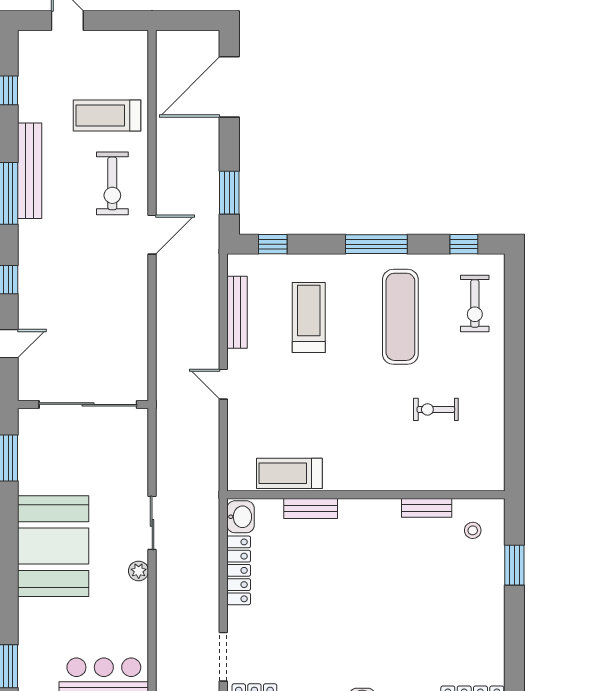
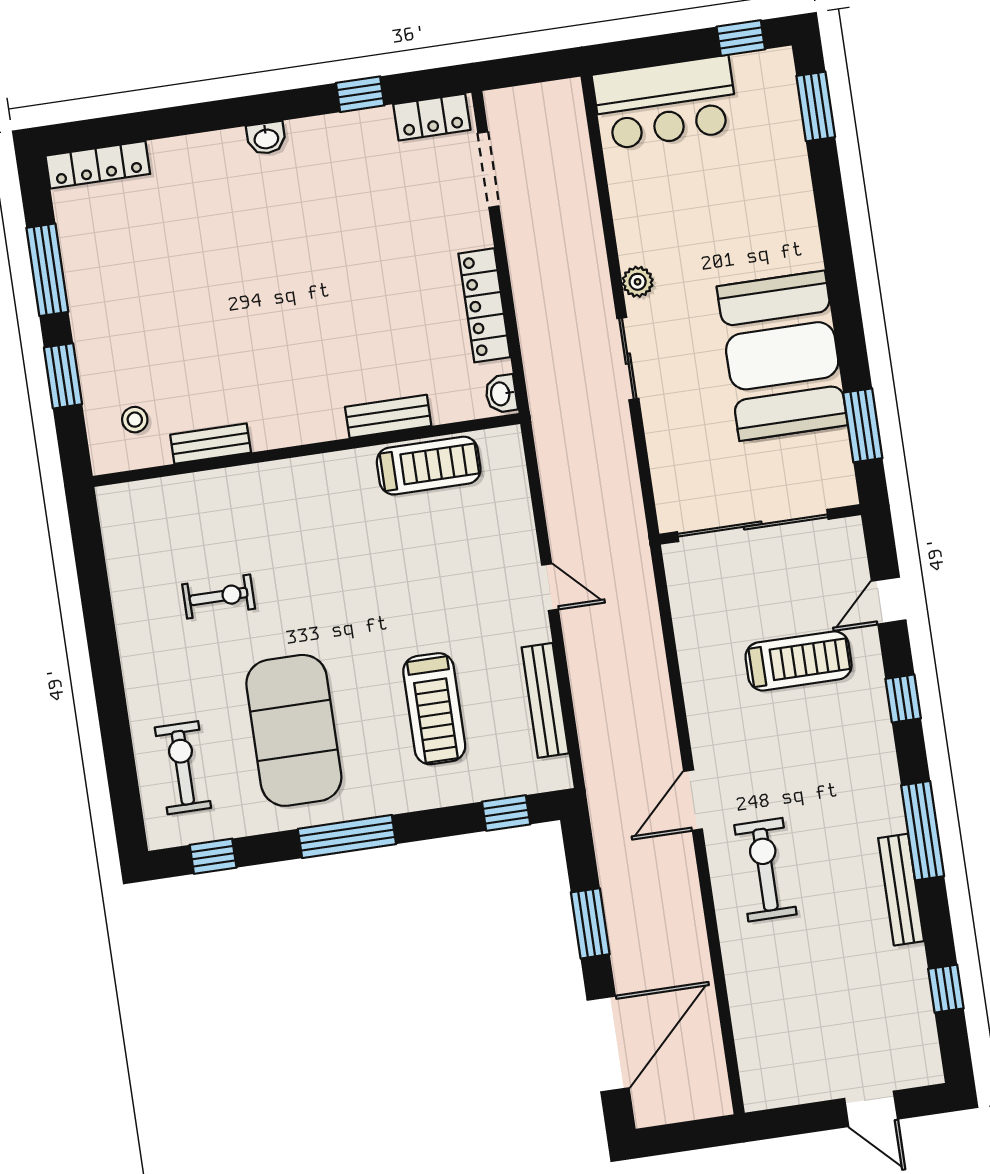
treadmill: (107, 116) -> (799, 661), moved
bench: (30, 171) -> (901, 890), width x0.73, depth x0.82
window: (229, 193) -> (590, 923), moved
exercise mat: (400, 317) -> (294, 730), width x1.47
washbasin: (241, 517) -> (501, 394), width x0.72, depth x0.69
booth: (53, 546) -> (782, 356), moved
window: (514, 634) -> (47, 270), added

